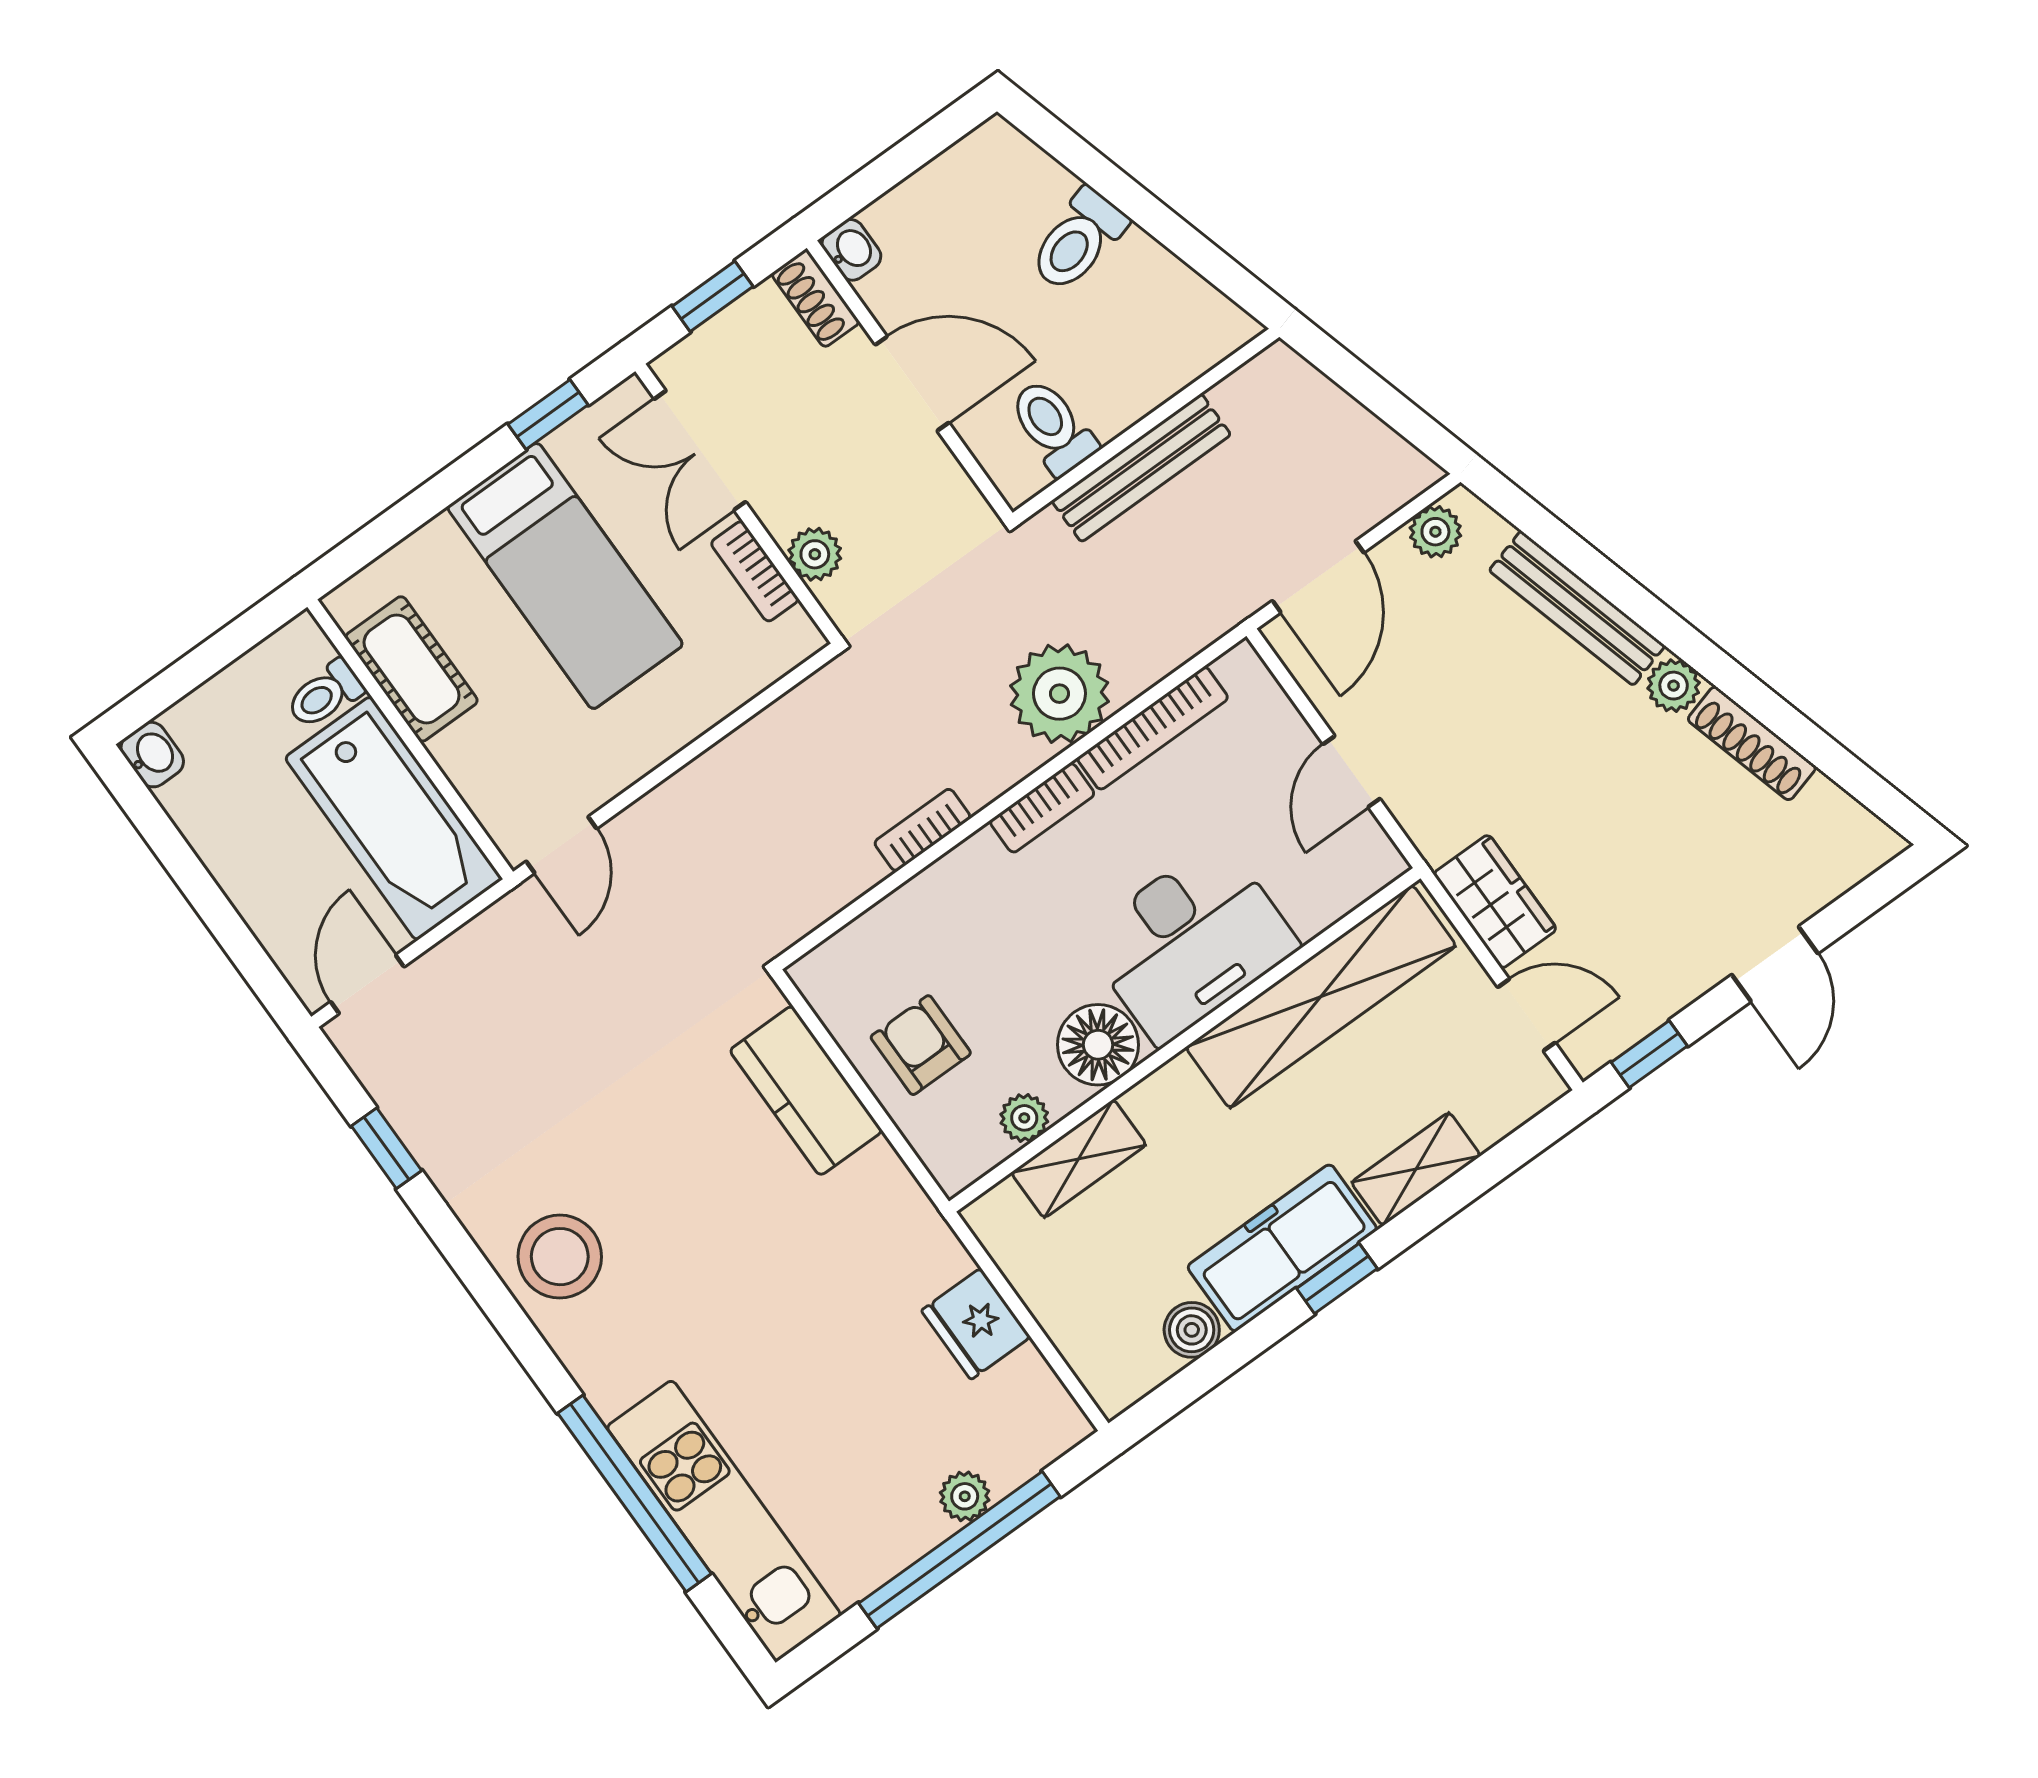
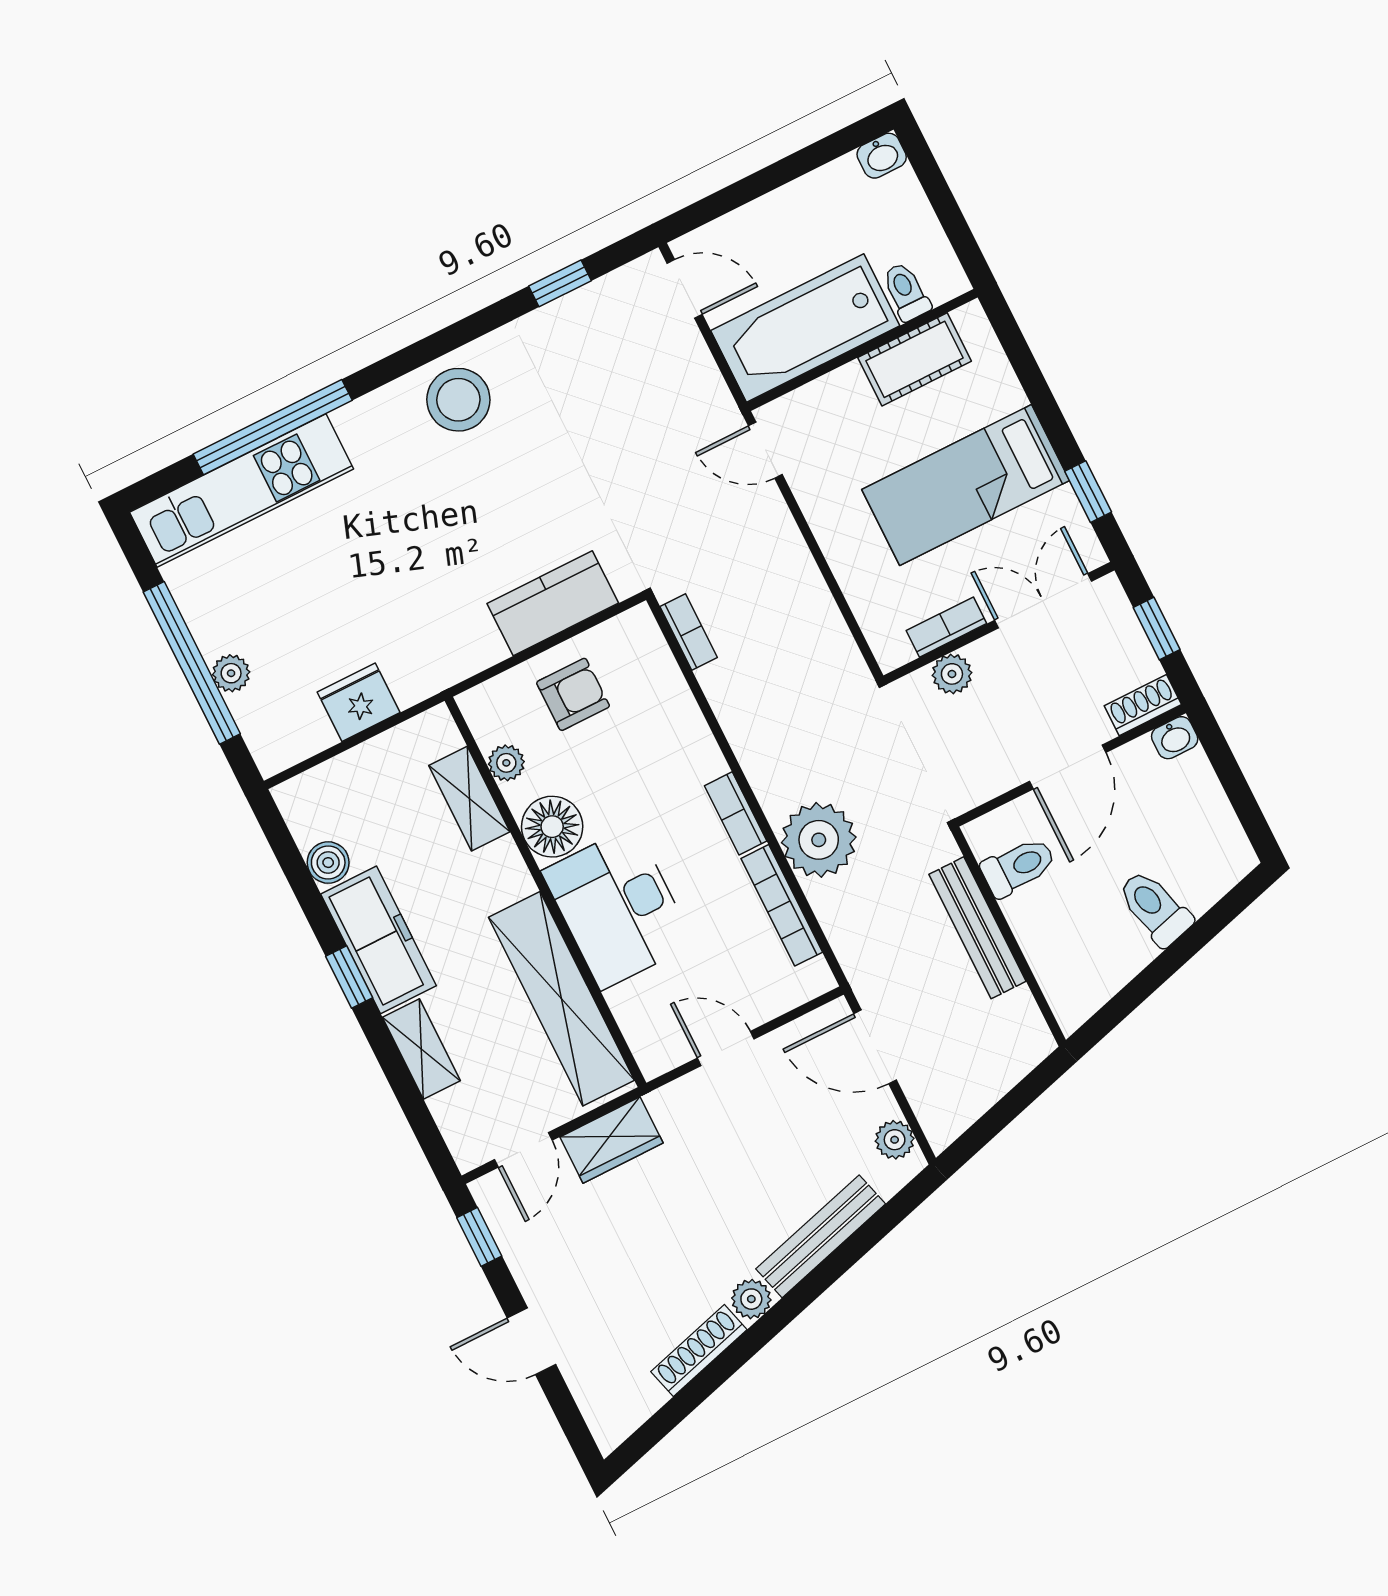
bookcase: (922, 830) -> (689, 632), moved

